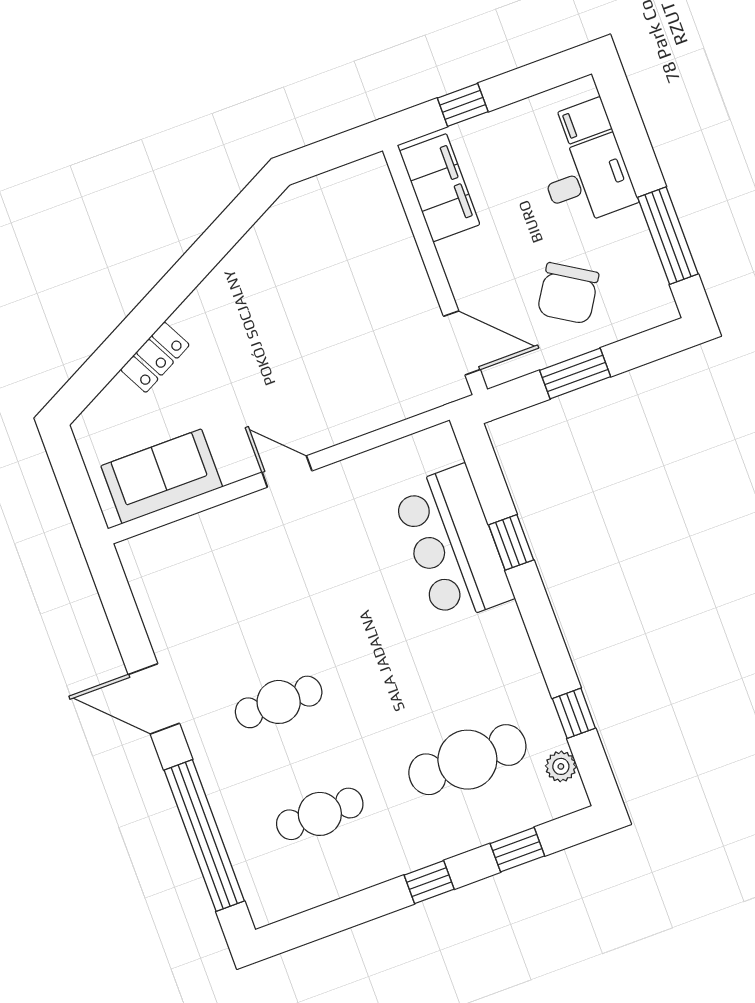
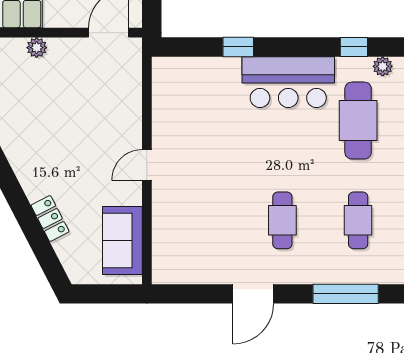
plant: (401, 245) -> (37, 48), added
bar counter: (453, 544) -> (288, 82), moved
window: (204, 835) -> (346, 294), width x0.68

